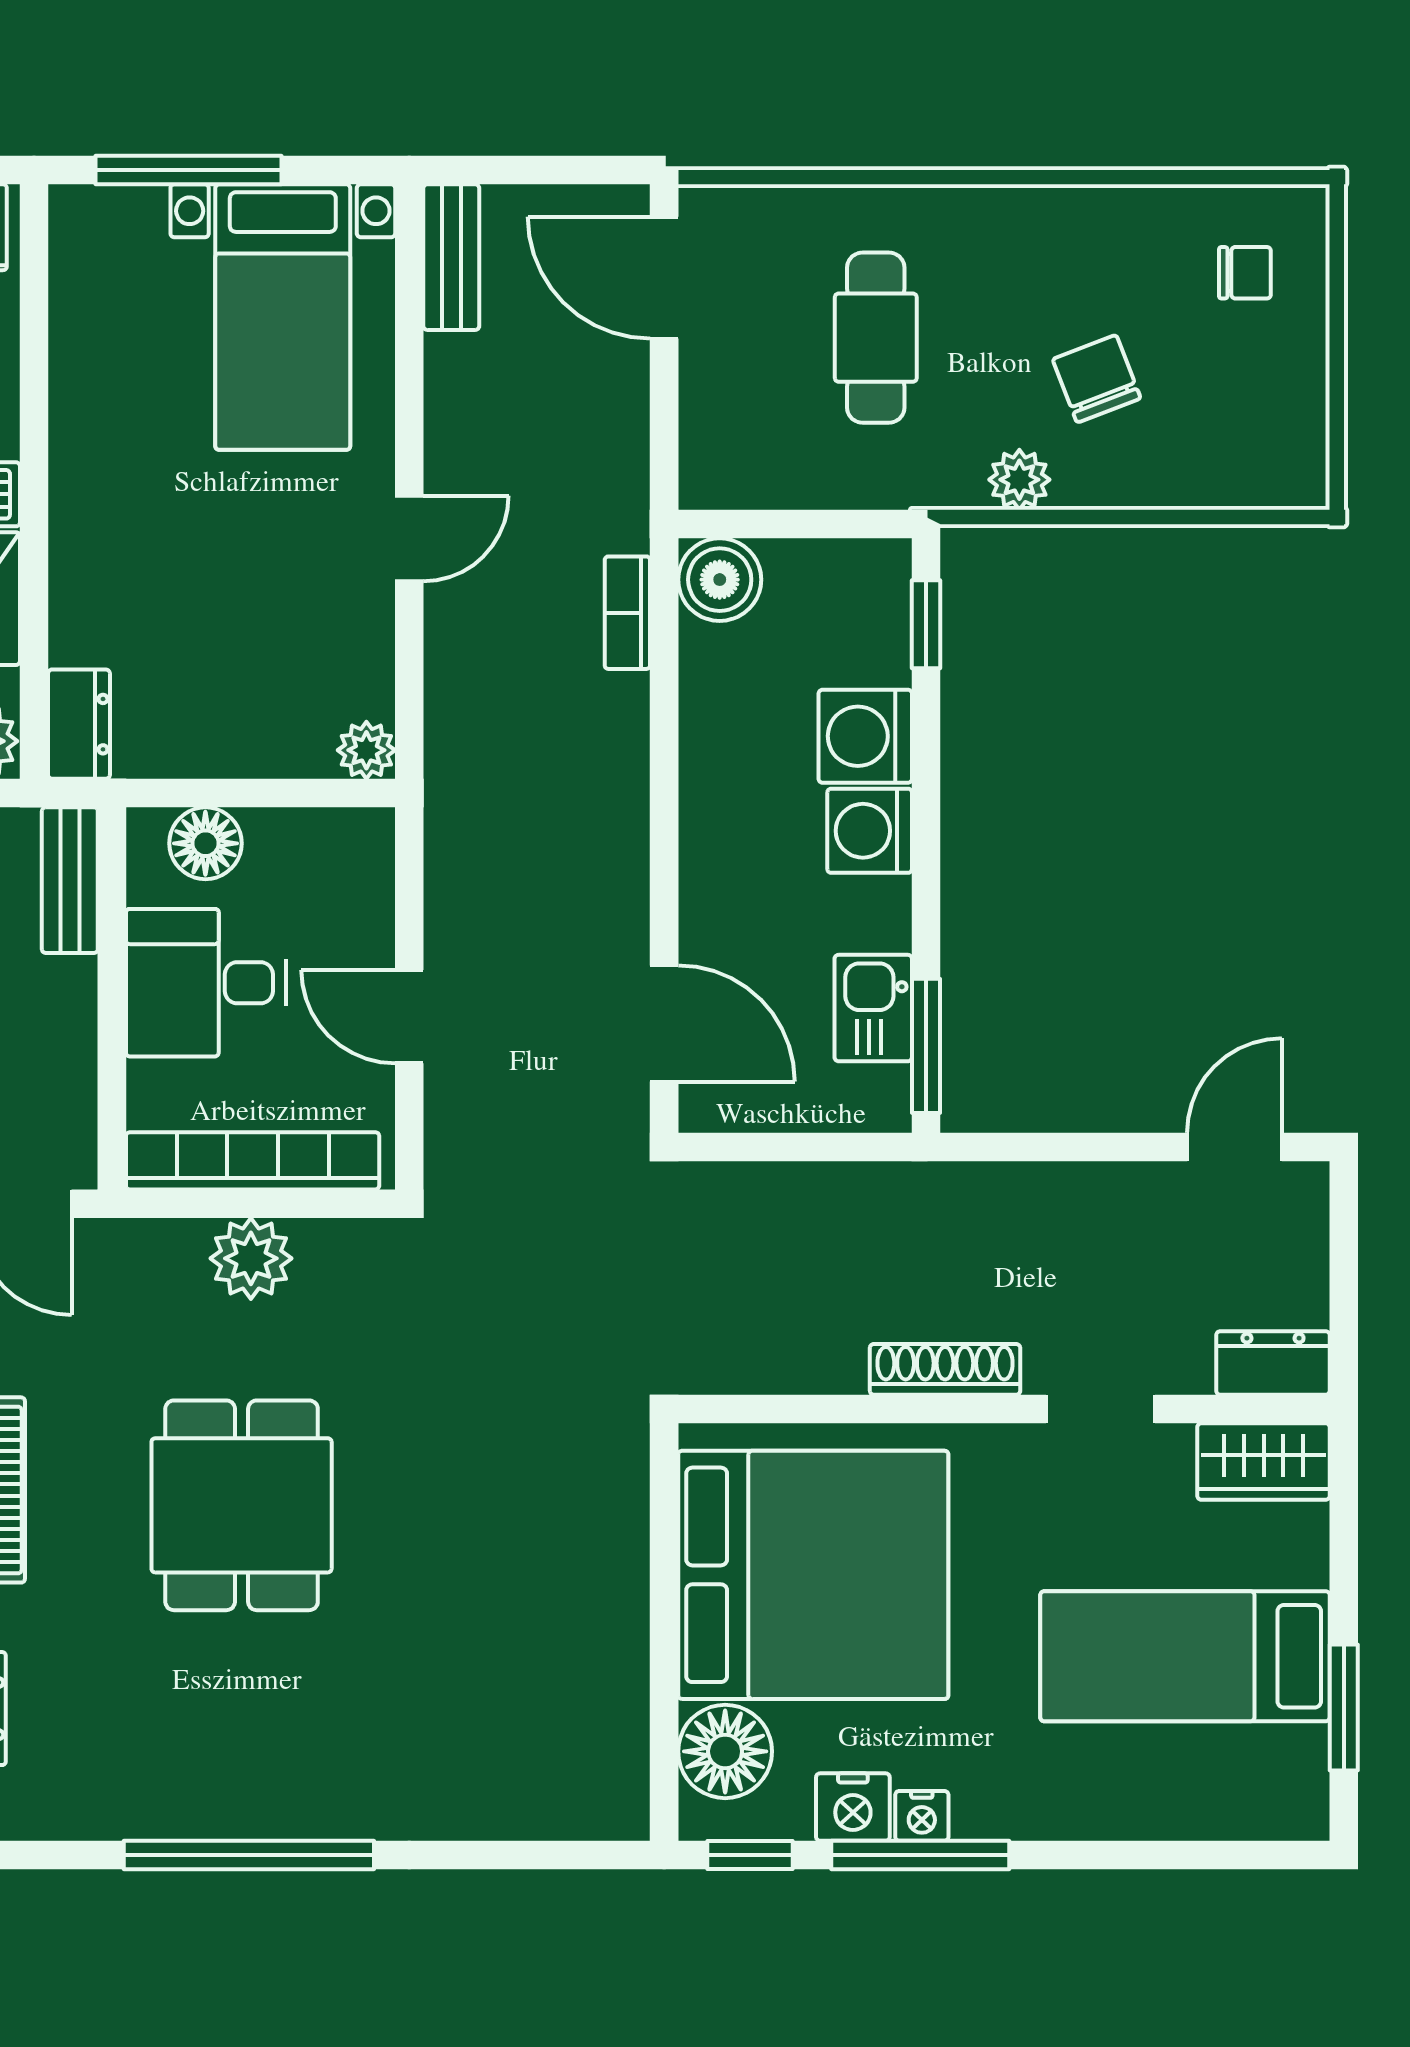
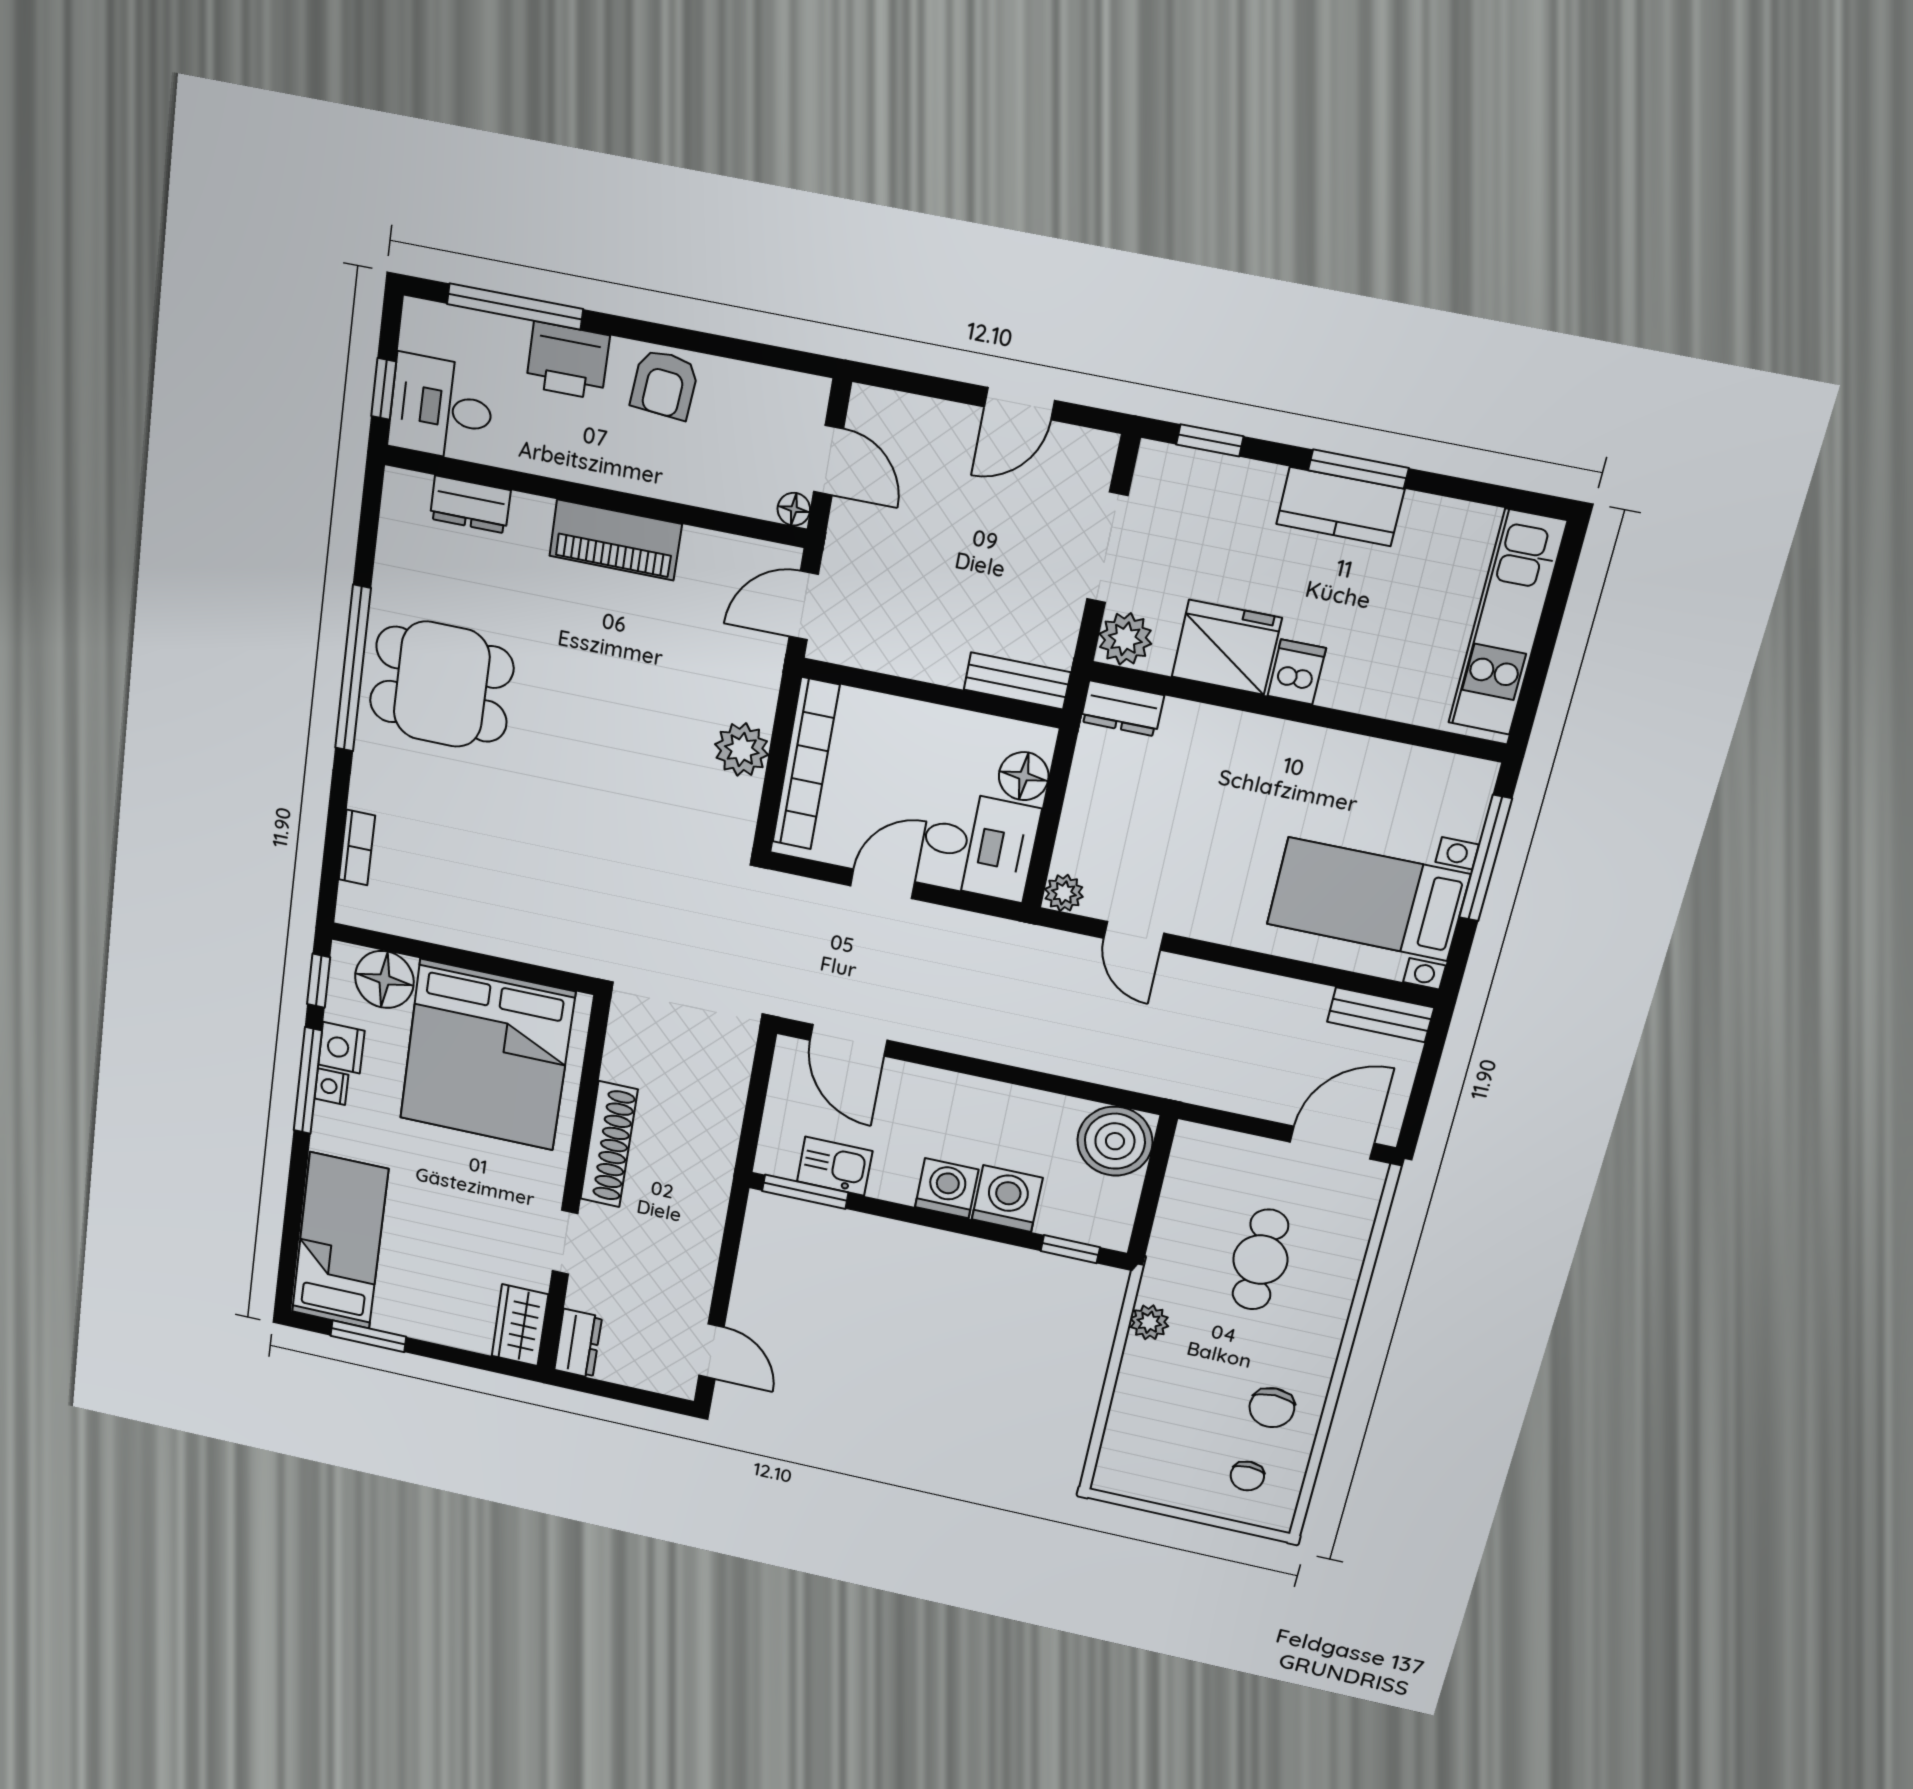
cafe table: (876, 338) -> (1260, 1260), turned 90
chair: (1097, 379) -> (1272, 1408), moved, turned 111
door: (409, 538) -> (1134, 936), moved
boiler: (720, 580) -> (1115, 1141), width x1.37, depth x1.37
bookcase: (627, 613) -> (357, 848), moved, turned 90
desk: (206, 983) -> (979, 845), moved, turned 90
door: (664, 1023) -> (848, 1040), hinge flipped
shoe rack: (945, 1369) -> (609, 1144), width x1.36, depth x1.24
dining table: (242, 1505) -> (442, 684), moved
bed: (1185, 1656) -> (340, 1241), moved

